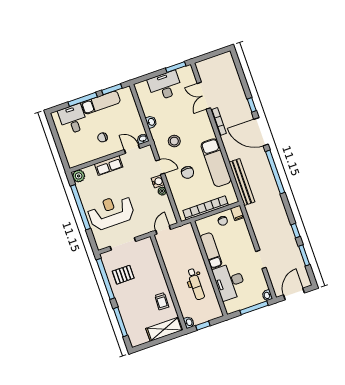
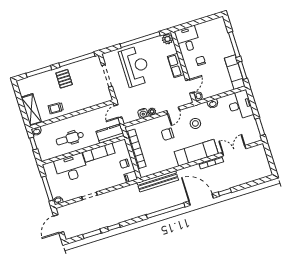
desk: (165, 86) -> (240, 105), moved
exam couch: (101, 103) -> (235, 72), moved
desk: (73, 119) -> (188, 39), moved, turned -90
door: (261, 132) -> (201, 200), hinge flipped
exam couch: (216, 163) -> (196, 153), moved
water cooler: (158, 181) -> (143, 113), moved
door: (163, 230) -> (118, 111), swing flipped
kitchen counter: (189, 238) -> (110, 134), added
pallet: (123, 275) -> (64, 79), moved
door: (294, 294) -> (59, 224), swing flipped

